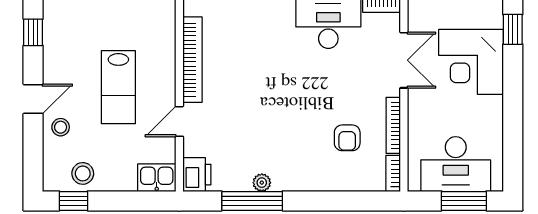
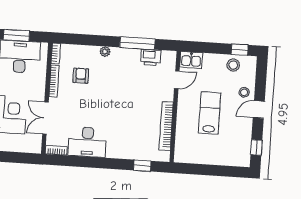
door: (179, 121) -> (177, 80), moved
printer: (197, 175) -> (151, 57), moved, turned -90
plant: (262, 183) -> (105, 52), moved

